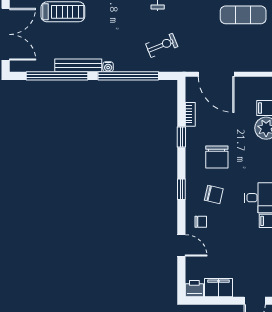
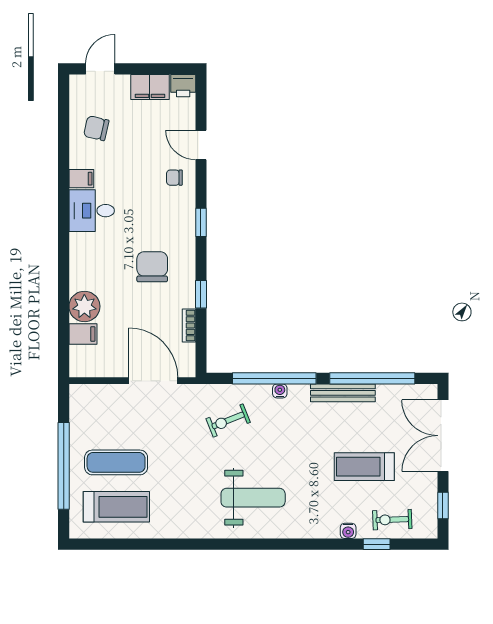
water cooler: (108, 67) -> (280, 391), moved
chair: (214, 194) -> (96, 128), moved

